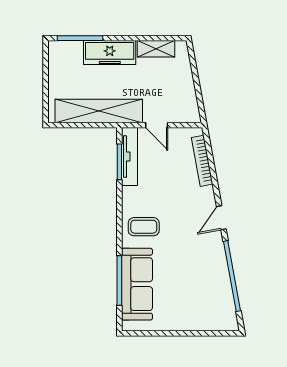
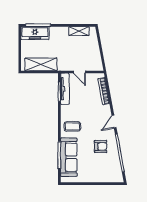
freezer: (110, 53) -> (35, 33), moved
shelving: (99, 111) -> (41, 64), width x0.68
armchair: (196, 264) -> (101, 146), added

